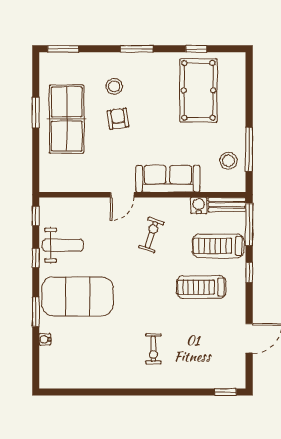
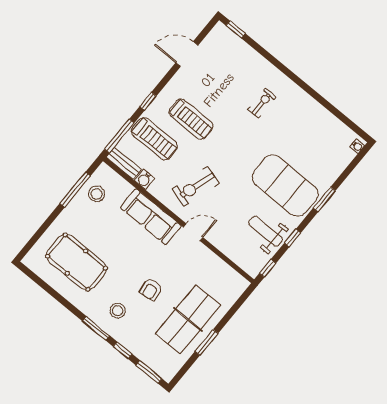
window: (196, 49) -> (123, 350), moved
stool: (114, 86) -> (118, 311), moved
pool table: (198, 90) -> (77, 262), turned 90
exercise bike: (151, 235) -> (196, 186), width x1.38, depth x1.39
water cooler: (45, 339) -> (357, 146), moved

